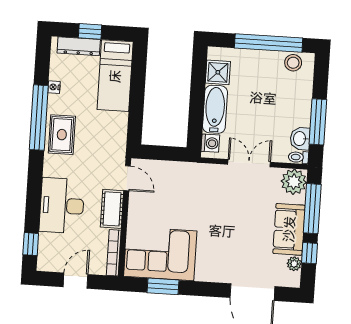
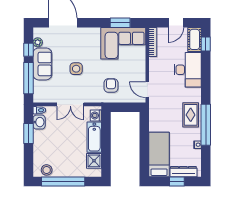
window: (318, 122) -> (28, 133), width x0.69
plant: (294, 182) -> (41, 94), removed
armchair: (184, 189) -> (111, 86), added
cot: (112, 209) -> (195, 39), moved
side table: (237, 219) -> (76, 69), added

